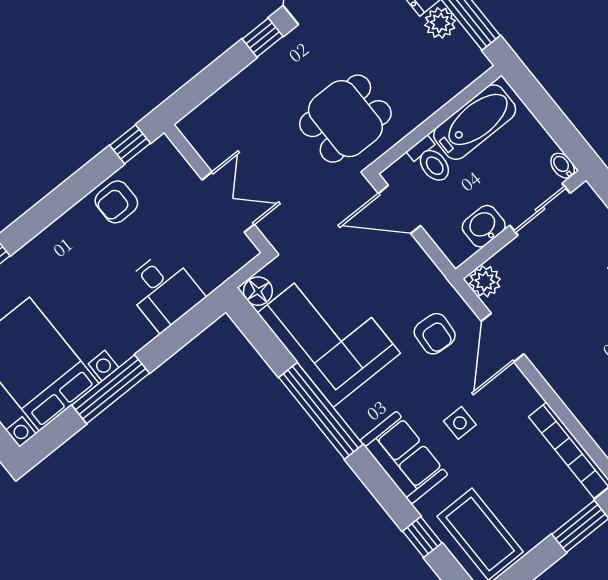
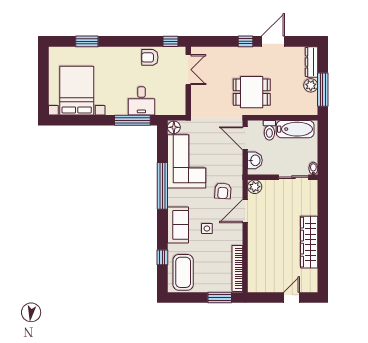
double door: (228, 202) -> (188, 70), moved
washbasin: (484, 226) -> (255, 160), moved, turned 90
window: (111, 389) -> (132, 120), moved

